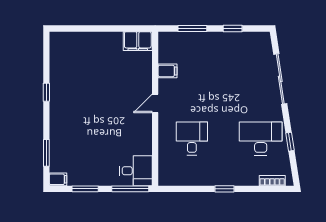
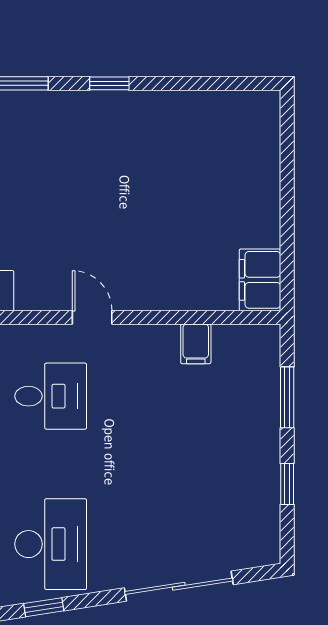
window: (46, 92) -> (109, 83), moved
door: (155, 103) -> (92, 317), moved

